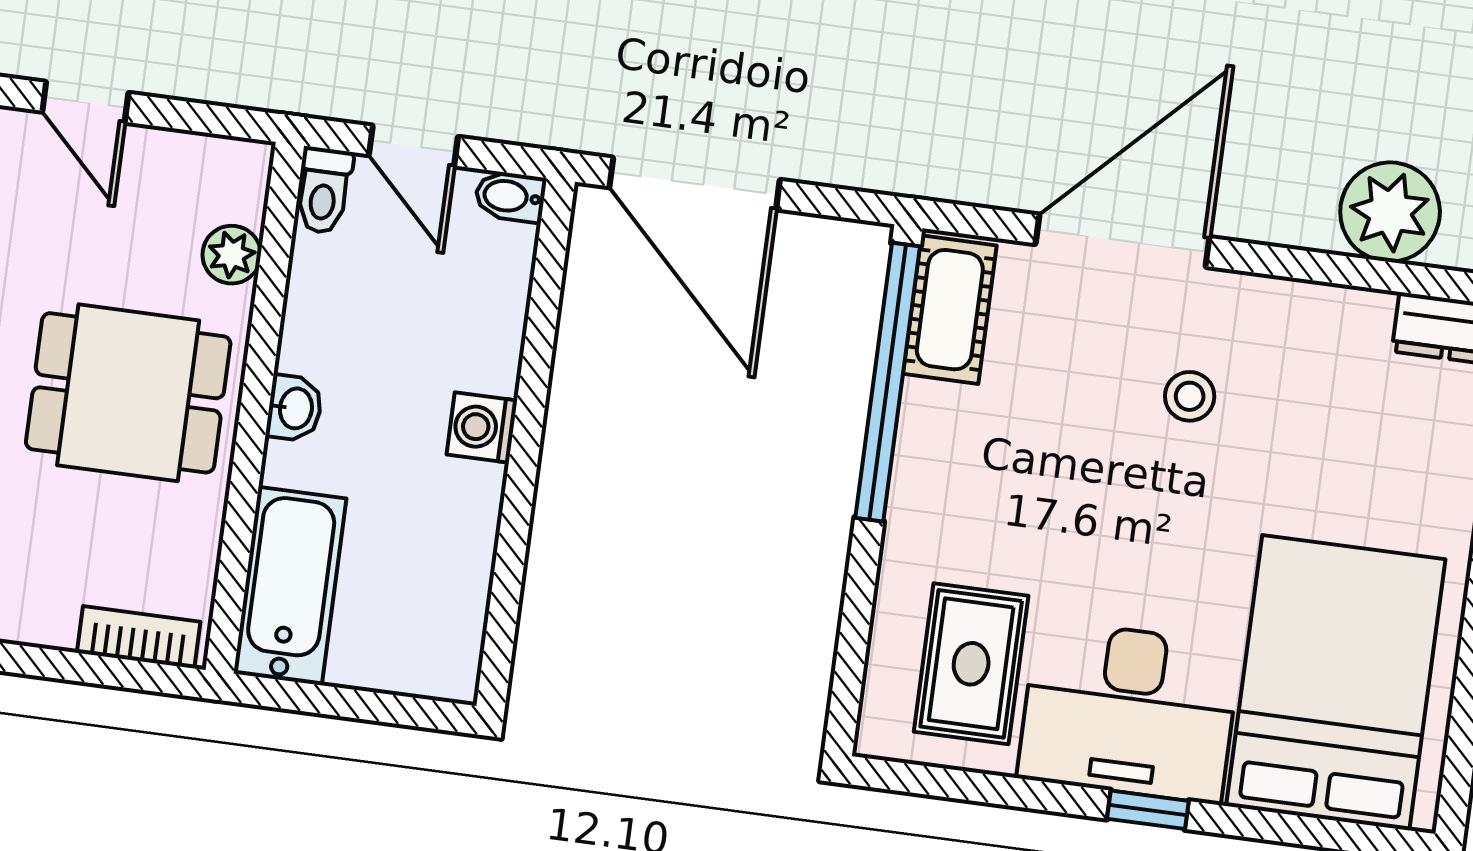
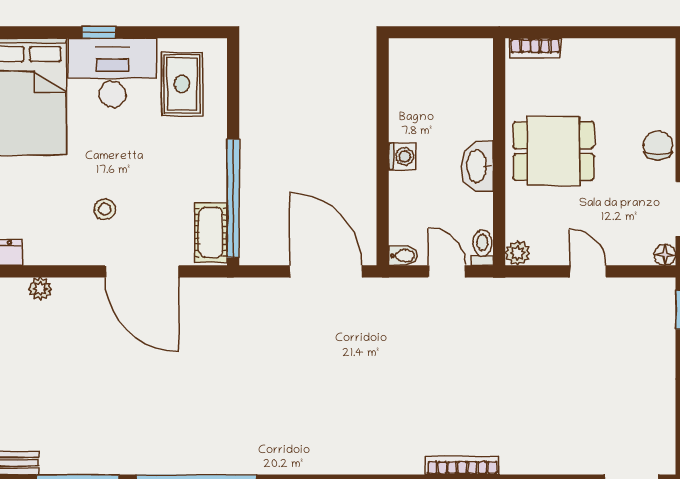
plant: (1390, 212) -> (40, 289), width x0.53, depth x0.53
door: (1123, 241) -> (142, 271), hinge flipped
plant: (232, 255) -> (518, 253), moved
washbasin: (294, 408) -> (478, 166), width x1.91, depth x1.45
bathtub: (290, 586) -> (474, 78), removed

